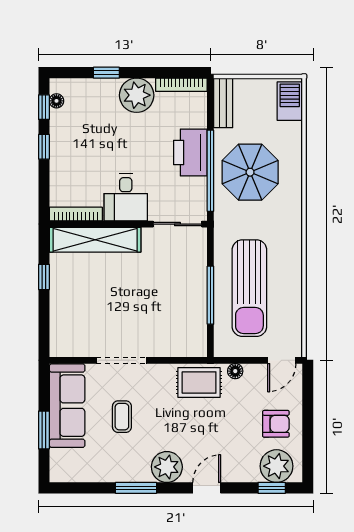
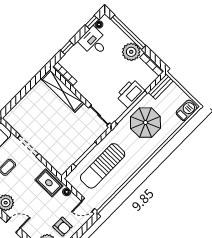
window: (106, 73) -> (128, 32), width x3.17
window: (44, 147) -> (67, 48), moved
desk: (126, 197) -> (94, 42), moved, turned 90
window: (44, 277) -> (29, 86), removed

